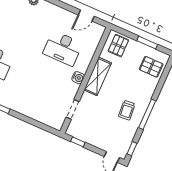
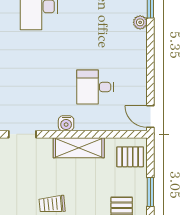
door: (86, 16) -> (150, 117), moved
desk: (63, 48) -> (95, 87), width x0.73

